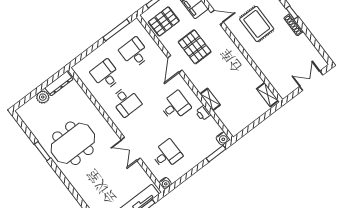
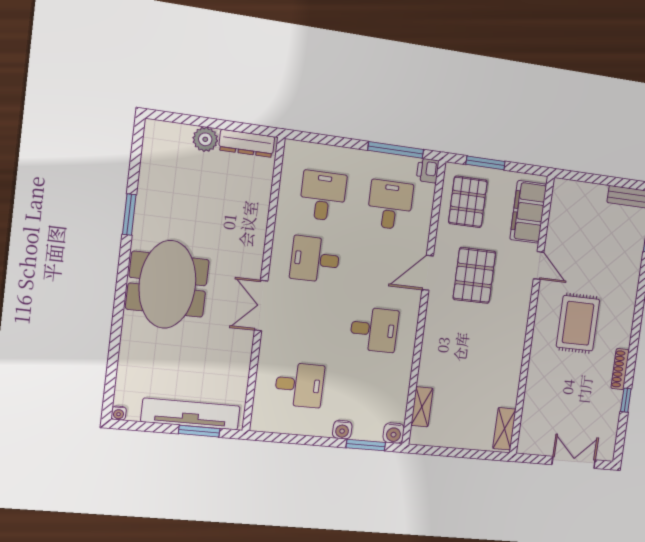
window: (292, 12) -> (626, 400), moved
pallet: (164, 21) -> (468, 202), turned 90
shelving: (210, 99) -> (422, 407), moved
desk: (126, 101) -> (315, 259), turned 90
printer: (203, 113) -> (428, 170), moved
meeting table: (73, 143) -> (167, 284), moved, turned 90
double door: (131, 149) -> (261, 306), moved
water cooler: (165, 183) -> (342, 430), moved

